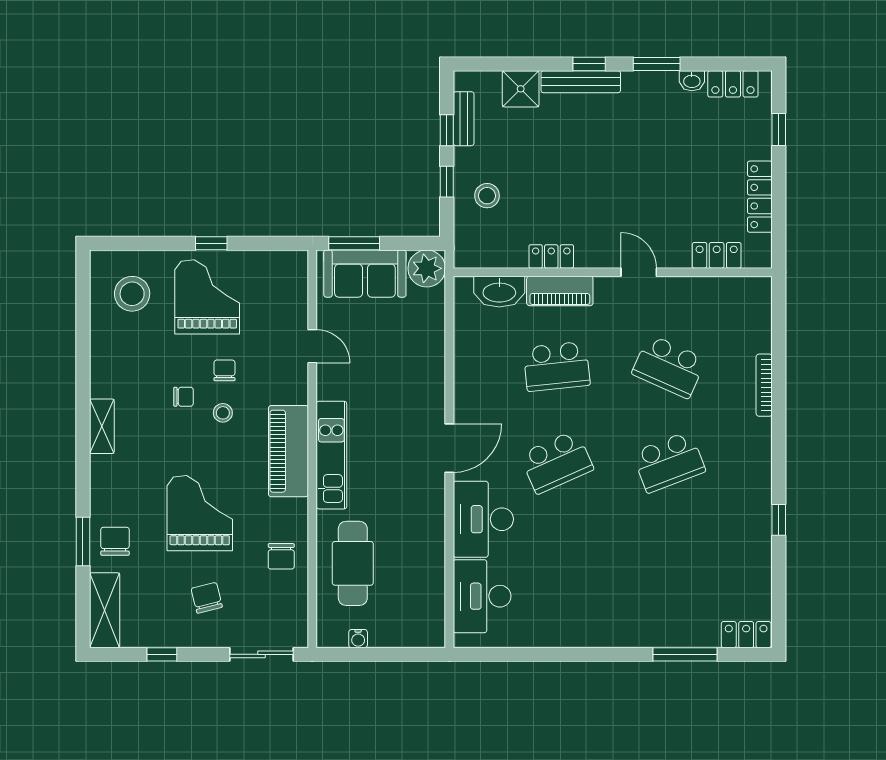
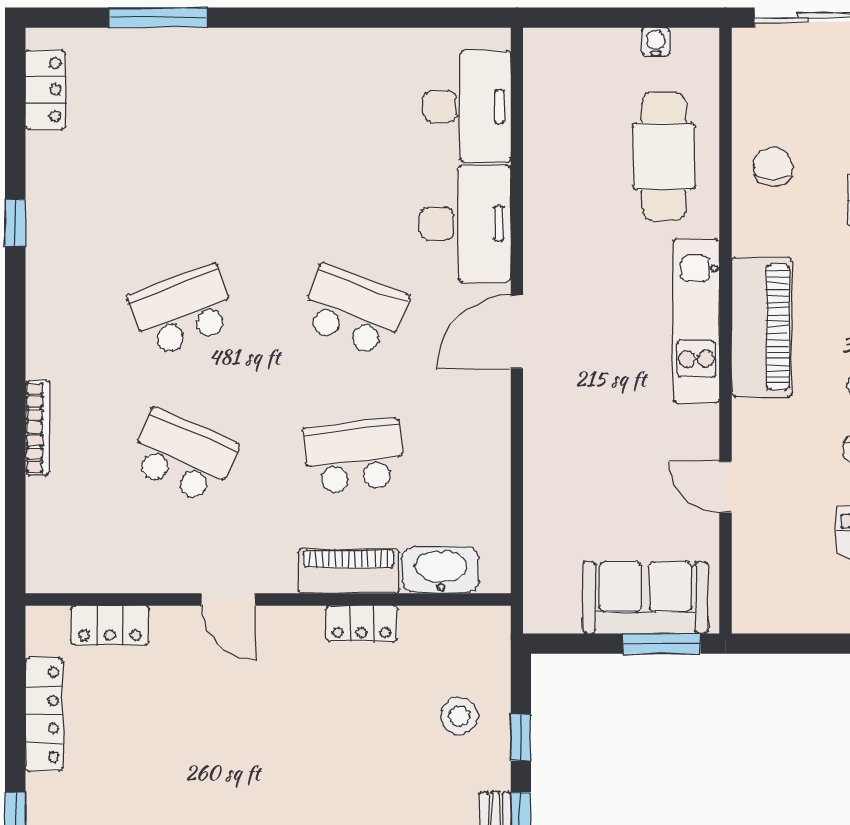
plant: (427, 268) -> (551, 605), removed
school desk: (557, 462) -> (353, 311), turned 45
locker: (746, 635) -> (45, 89), moved, turned -90

